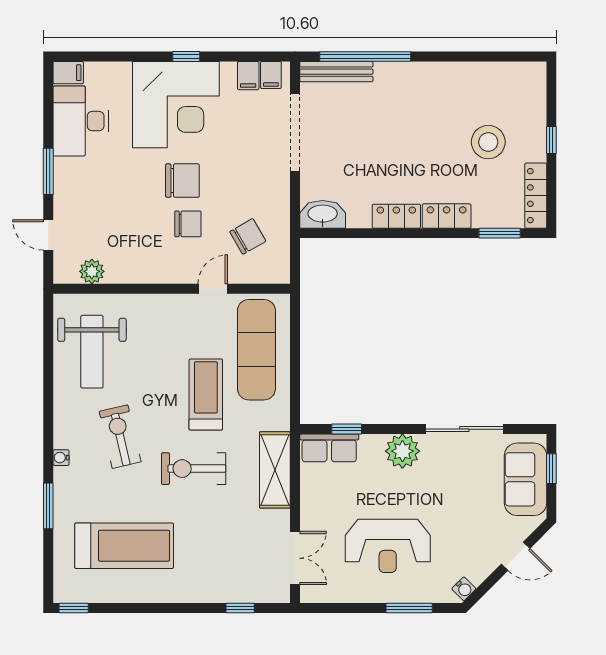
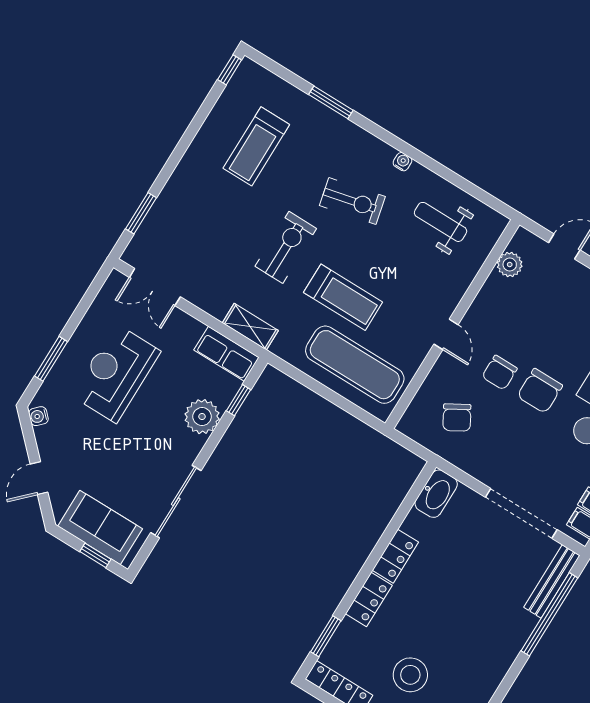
door: (213, 289) -> (446, 334), moved
weight bench: (92, 352) -> (441, 222), width x0.73, depth x0.75
row of seats: (329, 448) -> (226, 354), moved, turned -90
plant: (402, 451) -> (202, 417), moved
water cooler: (61, 458) -> (402, 162), moved
shelving: (275, 470) -> (250, 327), width x0.67, depth x0.75
treadmill: (124, 546) -> (256, 146), width x0.73, depth x0.73
window: (240, 608) -> (141, 213), width x1.50

